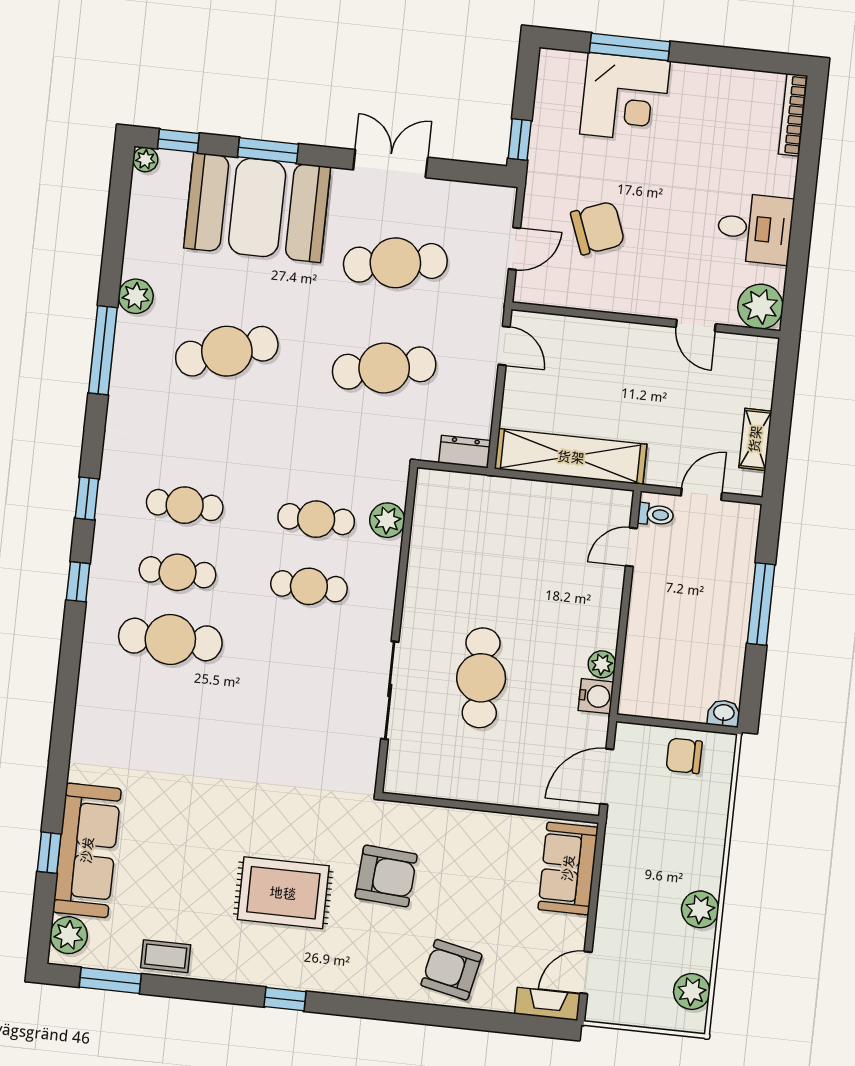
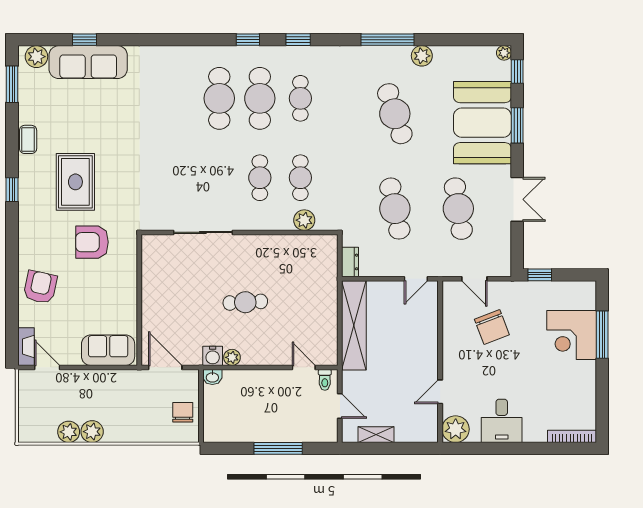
cafe table: (177, 572) -> (260, 98), width x1.37, depth x1.35
cafe table: (481, 678) -> (245, 302), moved, width x0.73, depth x0.74
washbasin: (724, 713) -> (212, 377), moved, turned 90
armchair: (386, 876) -> (92, 242), turned 86
coffee table: (166, 956) -> (28, 139), moved
plant: (692, 991) -> (69, 432), moved

